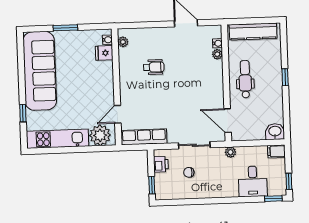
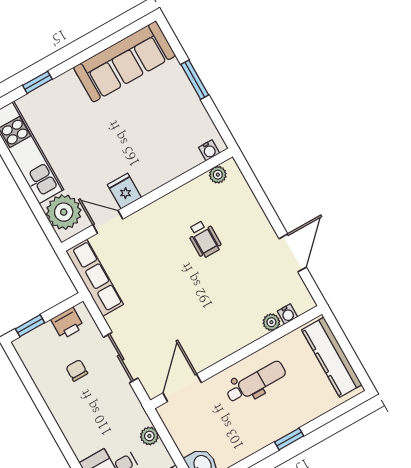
fridge: (104, 53) -> (124, 191), moved
sofa: (40, 71) -> (124, 62), width x0.74, depth x0.79
plant: (230, 152) -> (149, 436), moved

